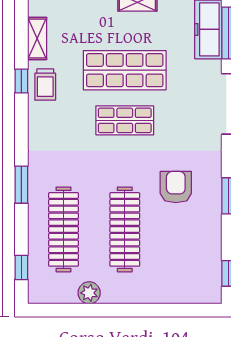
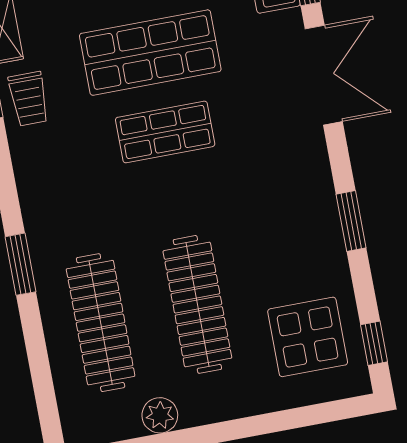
armchair: (176, 187) -> (266, 222), removed
display table: (188, 262) -> (308, 337), added
window: (21, 267) -> (45, 395), removed

